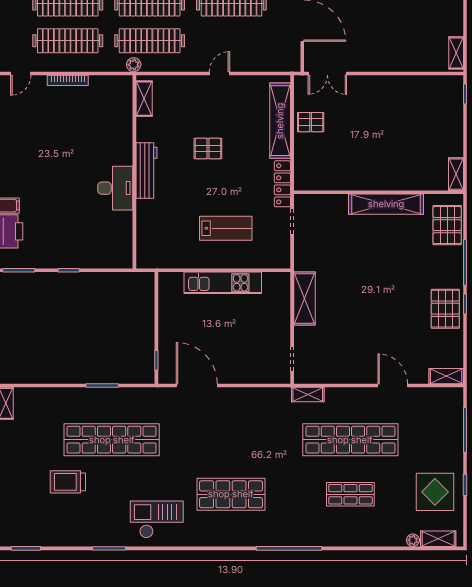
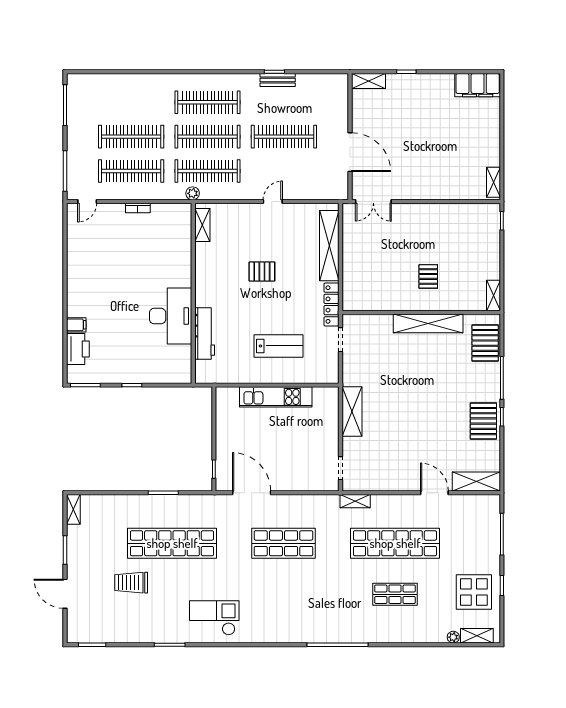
bookcase: (68, 80) -> (138, 208), width x0.64
pallet: (311, 122) -> (428, 276), moved, turned 90
workbench: (146, 171) -> (205, 334), moved
desk: (115, 188) -> (171, 316), width x1.36, depth x1.30
shelving: (446, 376) -> (476, 482), width x1.50, depth x1.33
shop shelf: (231, 494) -> (283, 543), moved

